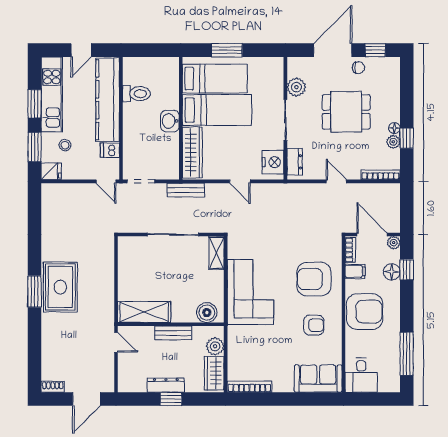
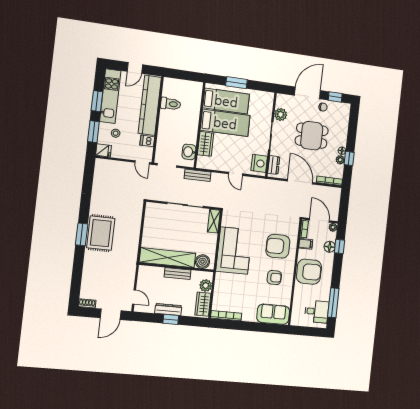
washbasin: (170, 121) -> (189, 152), moved
wardrobe: (192, 152) -> (206, 144), width x0.67
door: (336, 181) -> (300, 182), width x1.88
shelving: (144, 312) -> (168, 258), width x1.47
door: (116, 342) -> (134, 297), moved
desk: (361, 375) -> (317, 312), moved, turned -90

